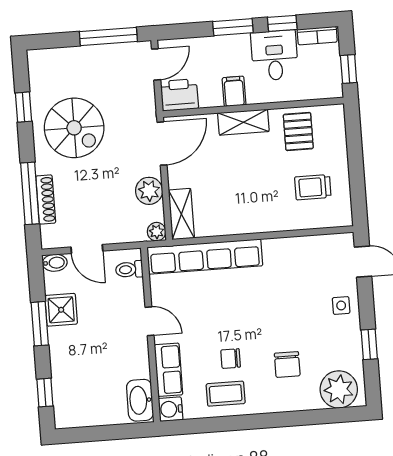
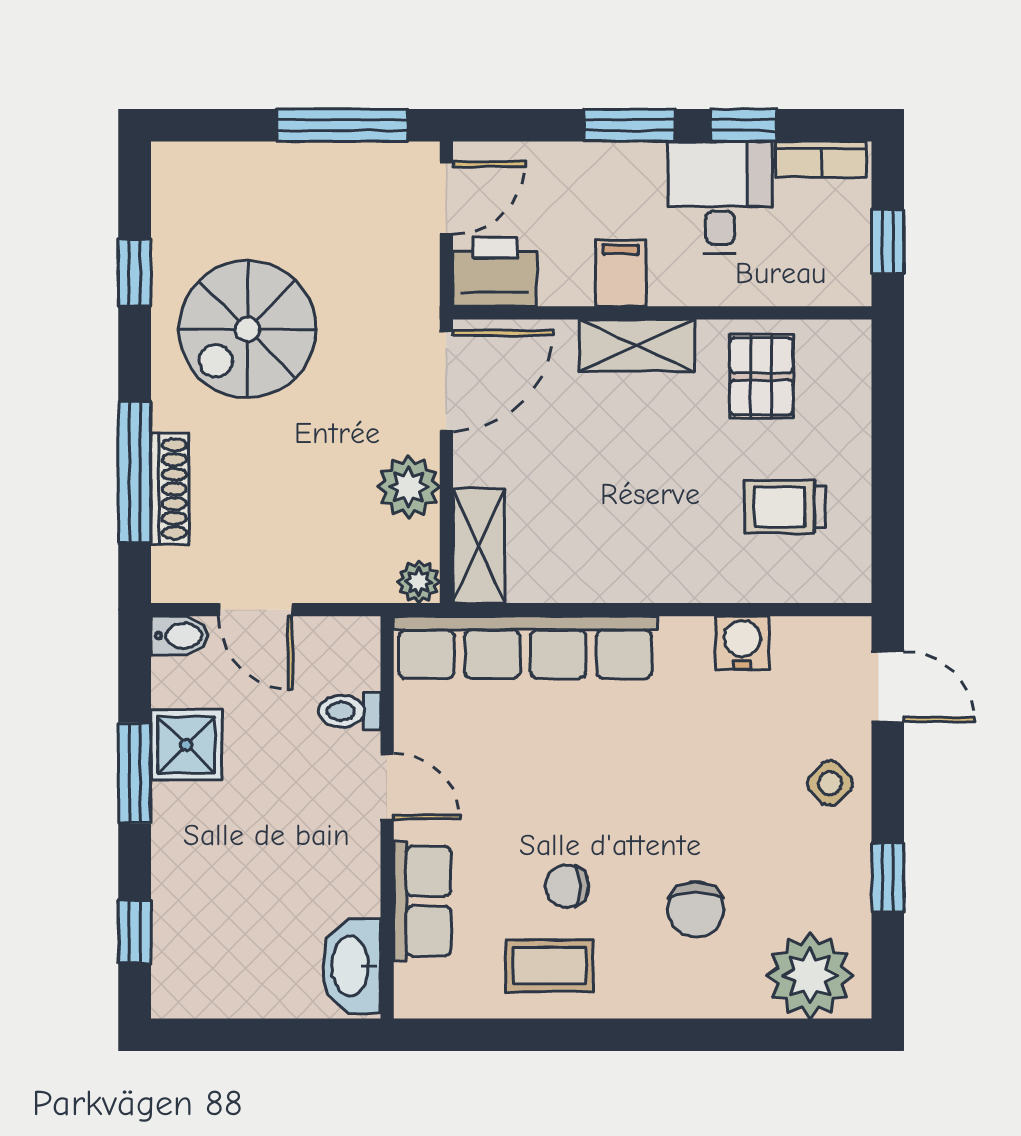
spiral stairs: (74, 128) -> (247, 329), turned 90
toilet: (129, 269) -> (350, 711), moved
side table: (341, 305) -> (830, 783), turned 45
water cooler: (171, 409) -> (742, 643), moved, turned 90

